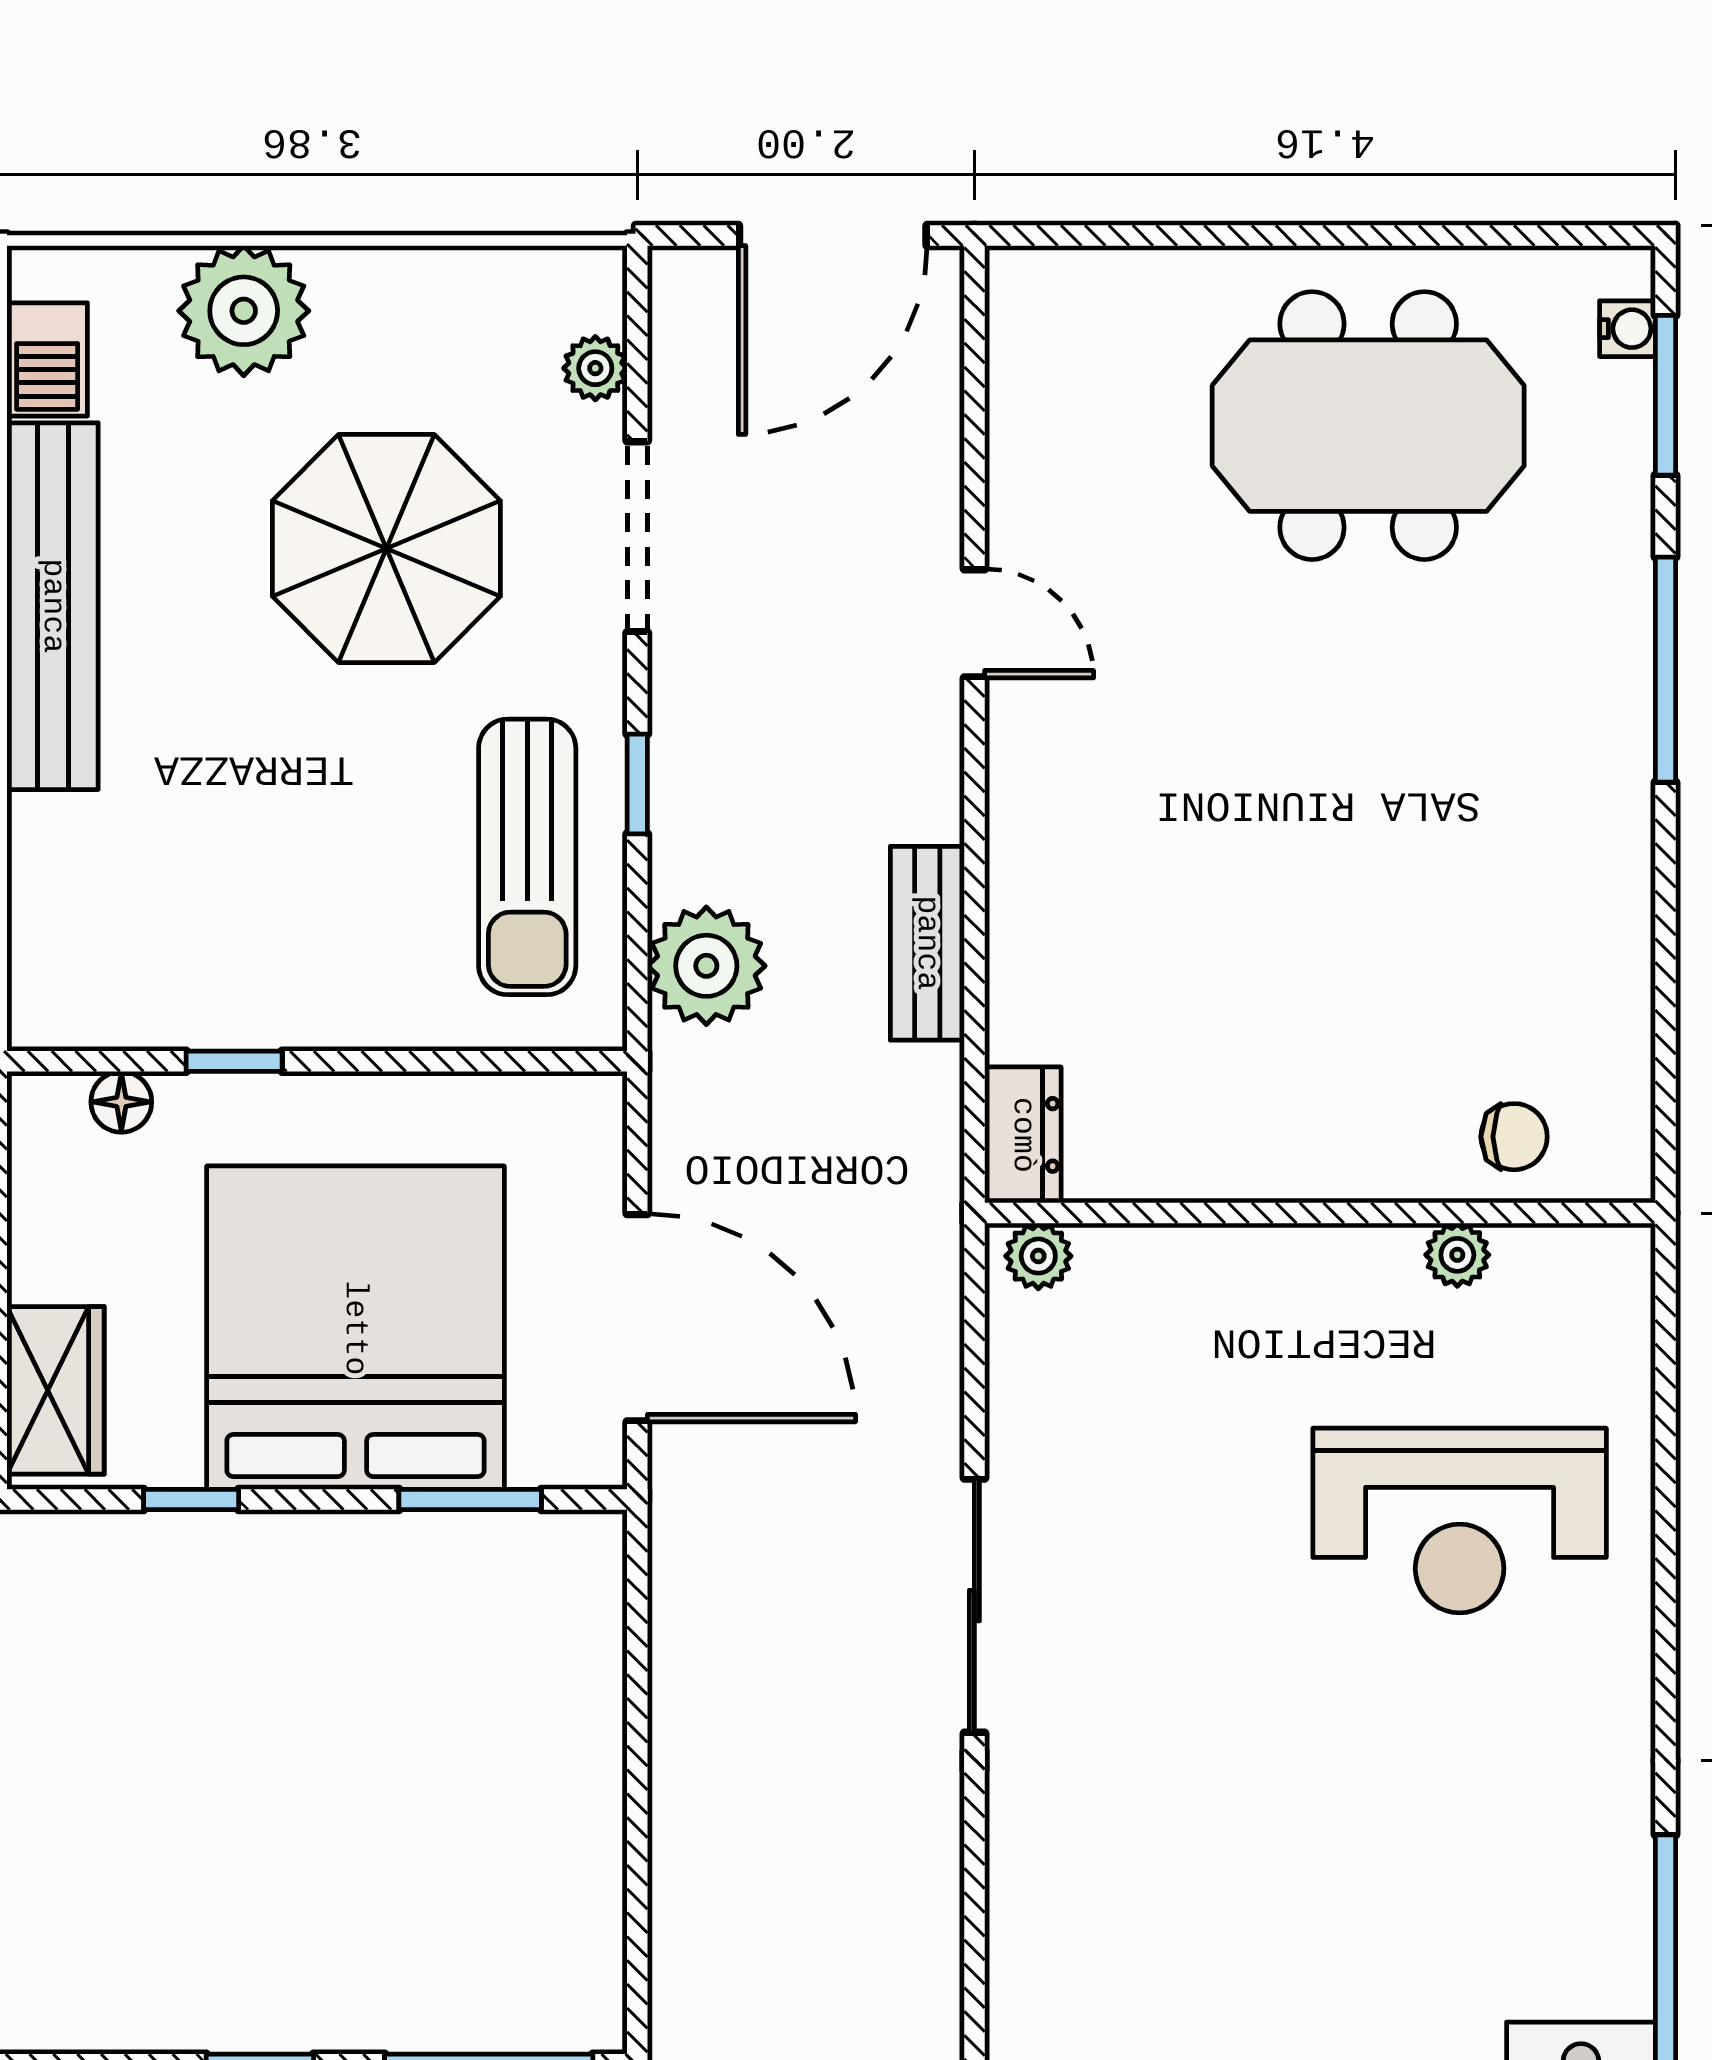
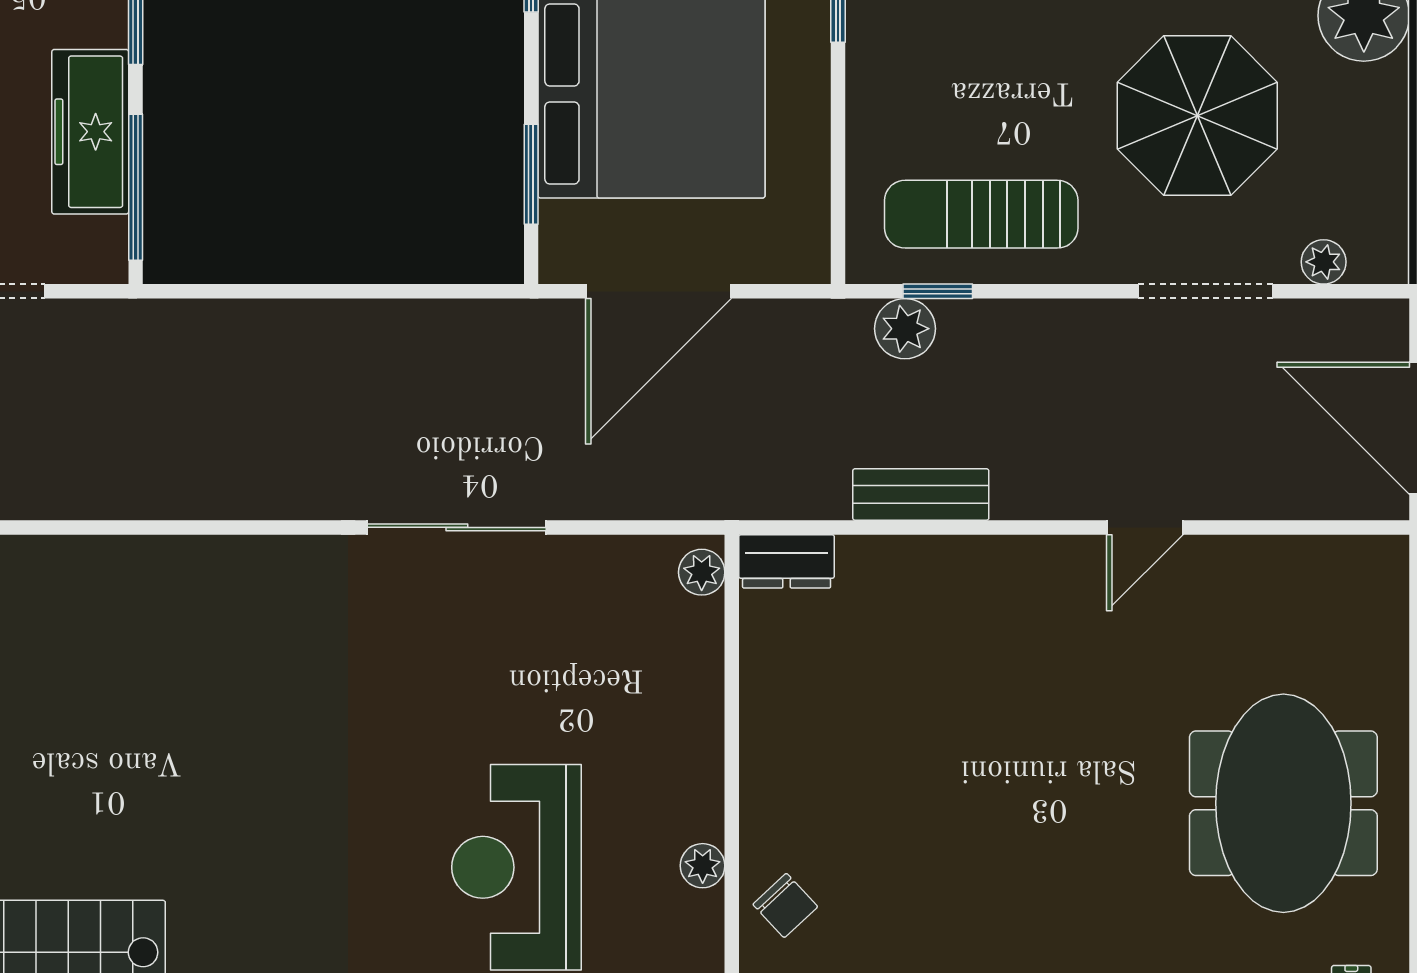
window: (637, 784) -> (938, 291), moved
plant: (706, 966) -> (905, 329), width x0.73, depth x0.73
chair: (1514, 1137) -> (785, 905), turned -43

